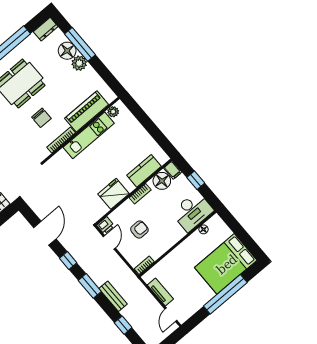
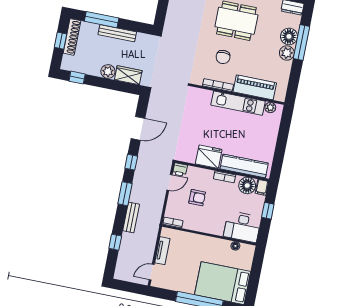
kitchen counter: (144, 171) -> (244, 166), width x1.50

